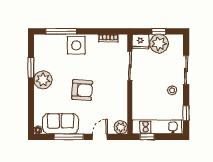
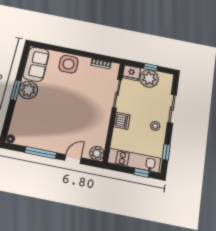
window: (61, 31) -> (57, 49), removed
window: (31, 68) -> (16, 90), moved
armchair: (82, 90) -> (65, 108), removed
dishwasher: (139, 92) -> (122, 121), added
sofa: (60, 124) -> (36, 64), moved, turned 90
window: (147, 137) -> (141, 173), moved

